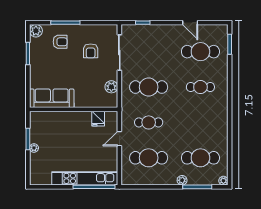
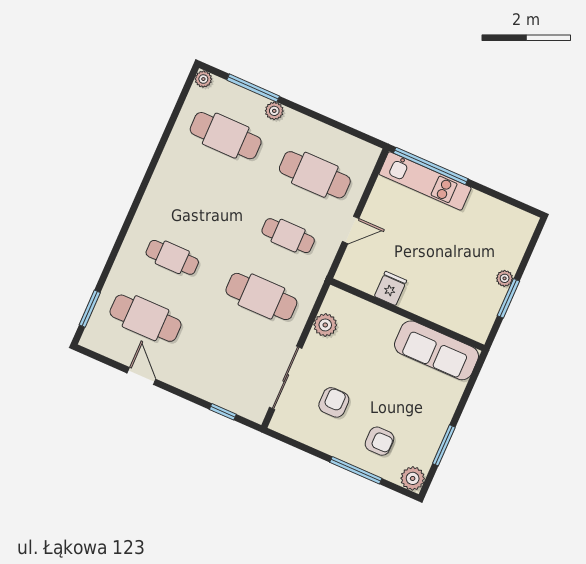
armchair: (60, 42) -> (379, 441), turned 180
fridge: (98, 119) -> (391, 288), moved
kitchen unit: (85, 178) -> (425, 181), width x0.73

